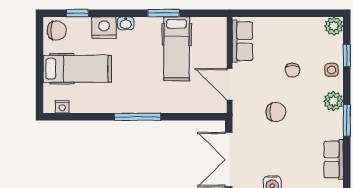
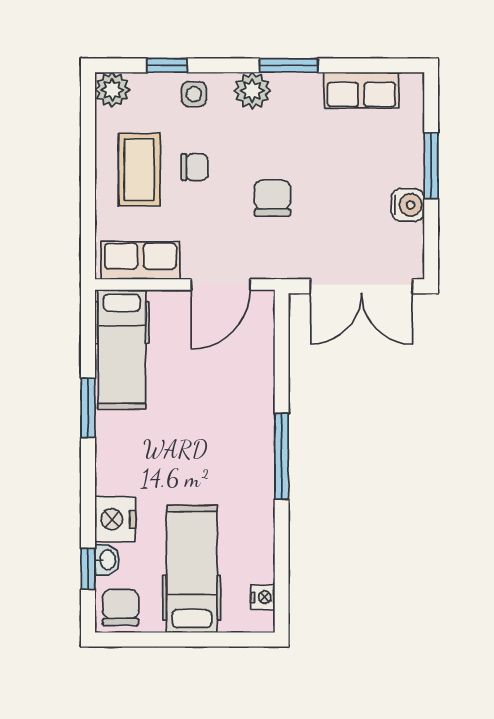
washbasin: (126, 23) -> (107, 560), moved
coffee table: (291, 41) -> (139, 170), added
hospital bed: (177, 49) -> (122, 349), moved, turned 90

